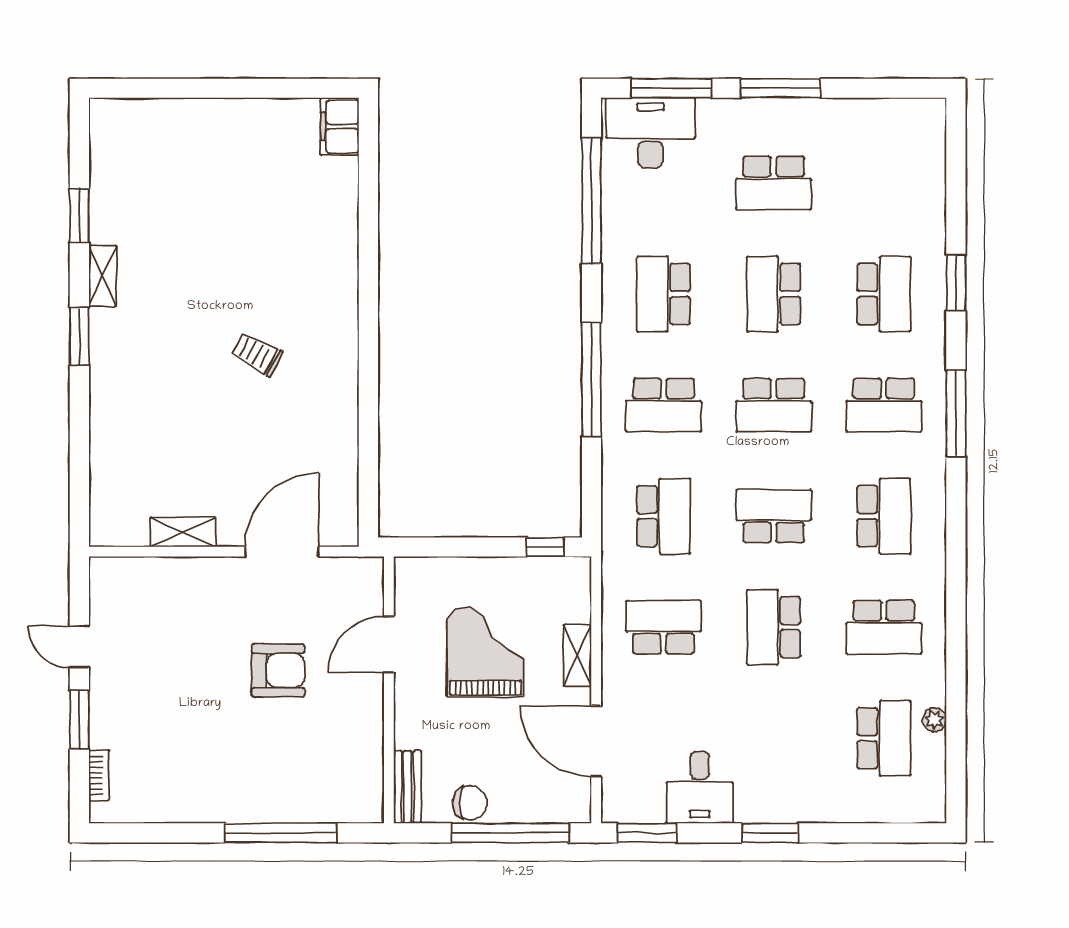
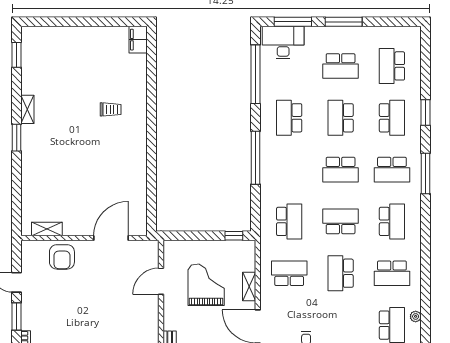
window: (79, 215) -> (17, 55), moved
trolley: (257, 354) -> (111, 109), moved, turned 152
school desk: (664, 405) -> (392, 66), moved, turned 90
shelving: (183, 532) -> (47, 229), moved
armchair: (278, 670) -> (62, 257), moved, turned 90

